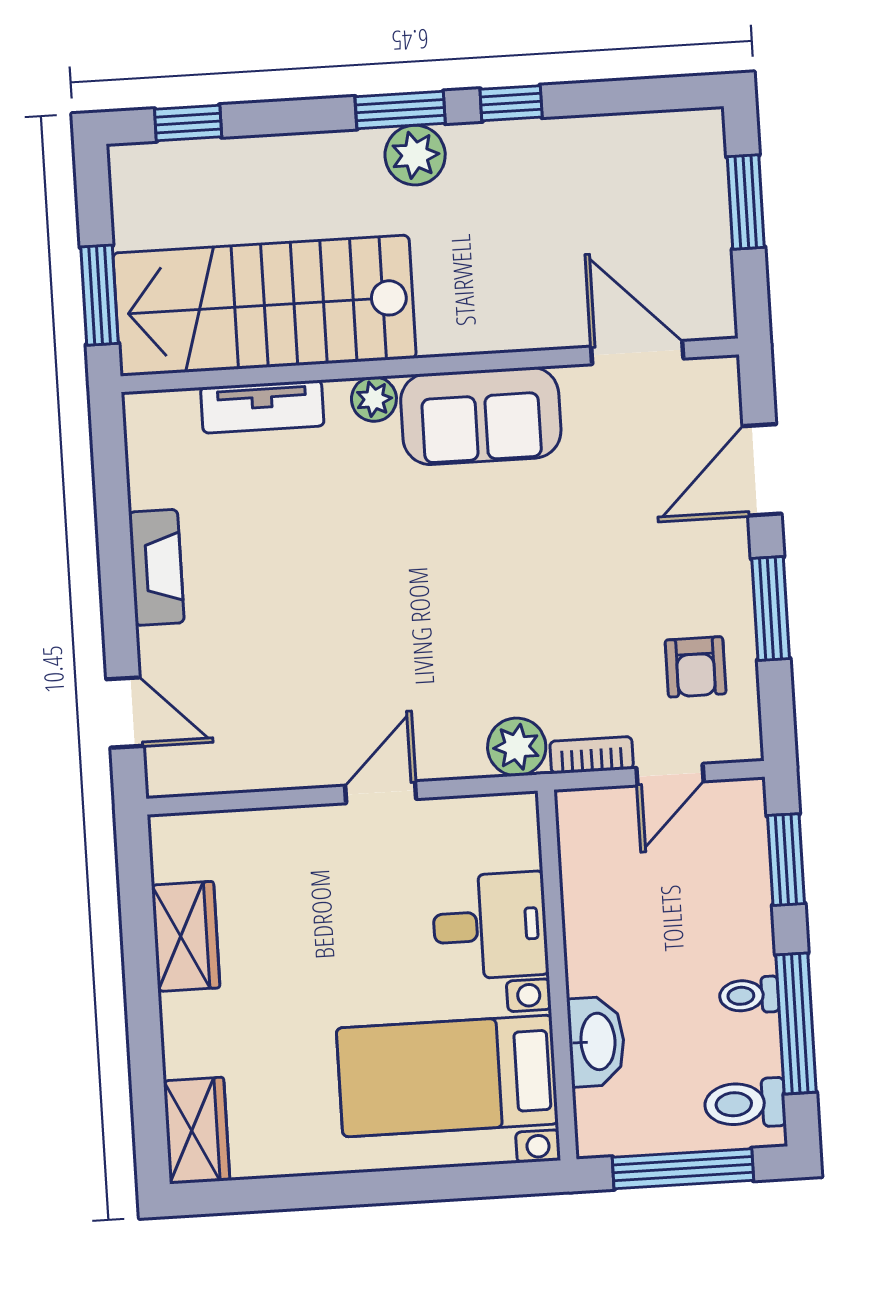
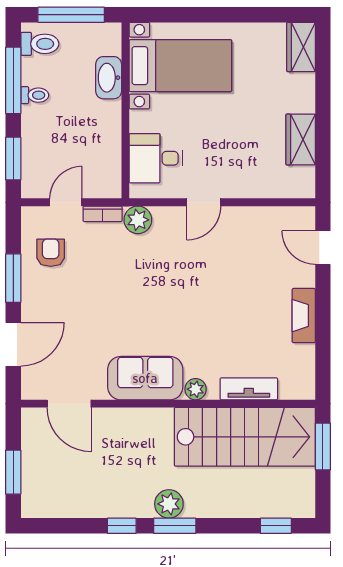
desk: (490, 926) -> (156, 158), moved

